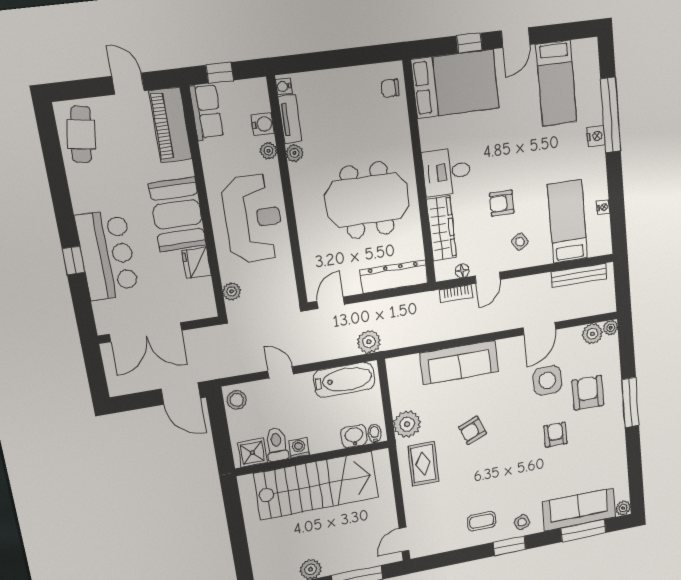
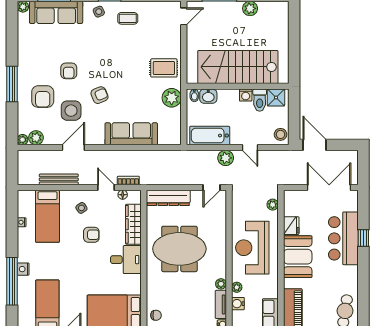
bench: (579, 275) -> (59, 179), moved
door: (488, 278) -> (106, 187), hinge flipped
plant: (369, 342) -> (226, 158), moved
armchair: (473, 430) -> (99, 95), moved
rug: (423, 464) -> (164, 68), turned 90

